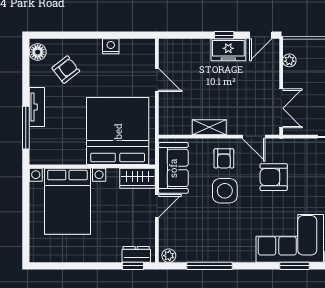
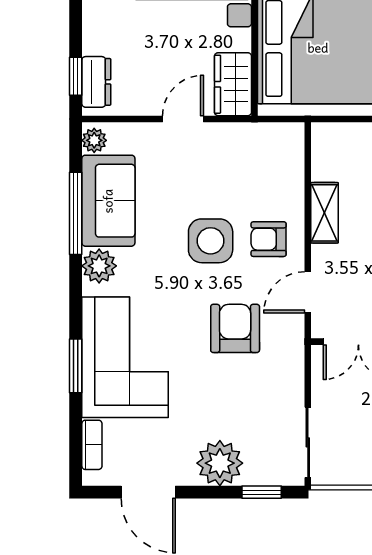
sofa: (173, 168) -> (108, 201), moved, turned -90
door: (157, 206) -> (183, 119), swing flipped
plant: (239, 253) -> (99, 266), added

